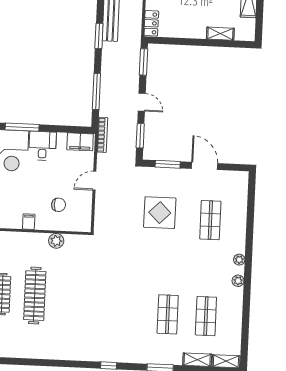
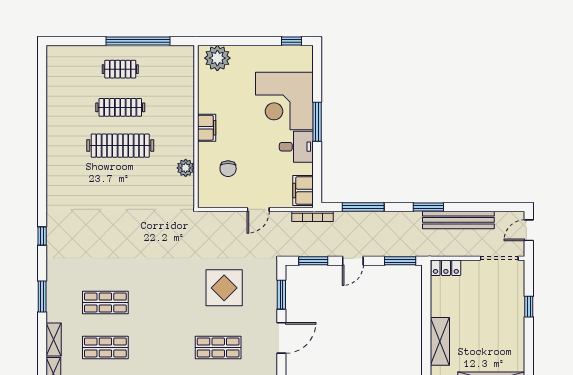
shelving: (220, 34) -> (440, 341), width x1.50, depth x1.33
door: (94, 181) -> (258, 209), swing flipped
filing cabinet: (29, 222) -> (207, 128), width x2.00

